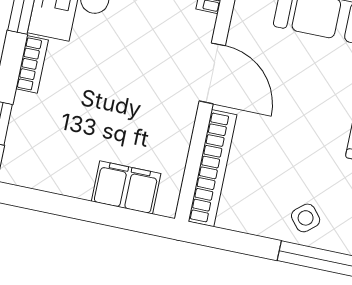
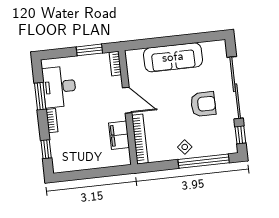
filing cabinet: (126, 187) -> (119, 135), moved, turned -90

